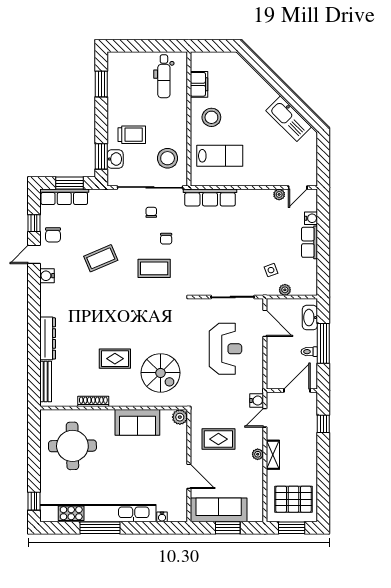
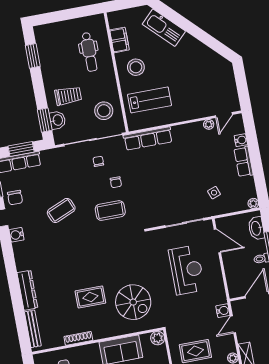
dental chair: (164, 76) -> (89, 52), moved
kitchen sink: (289, 119) -> (164, 28), moved
plant: (285, 290) -> (253, 203), moved

